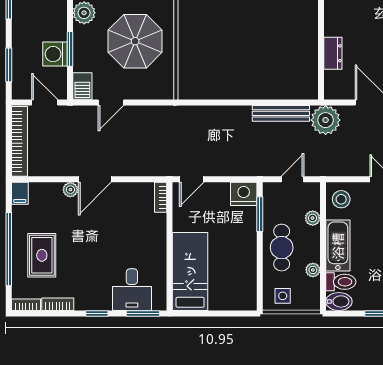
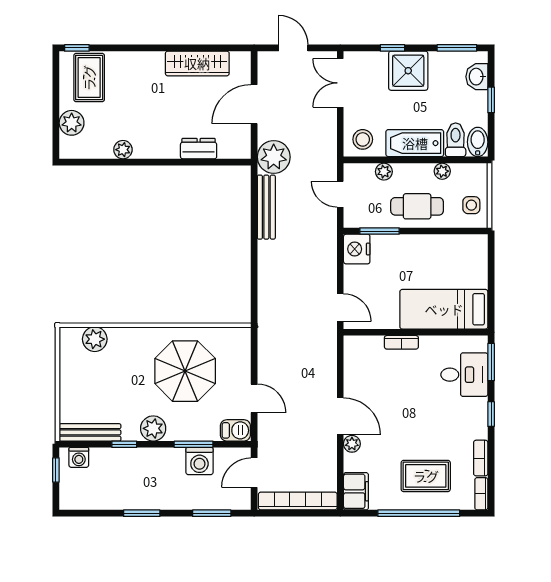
filing cabinet: (20, 193) -> (356, 491), width x2.00
bookcase: (161, 197) -> (401, 342), moved

